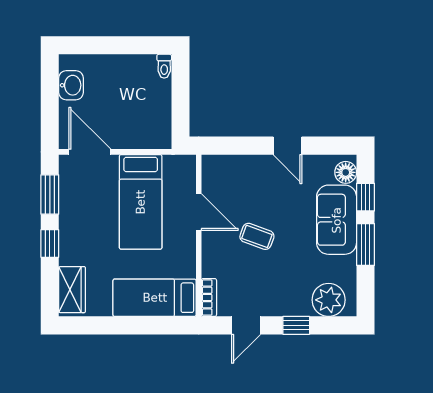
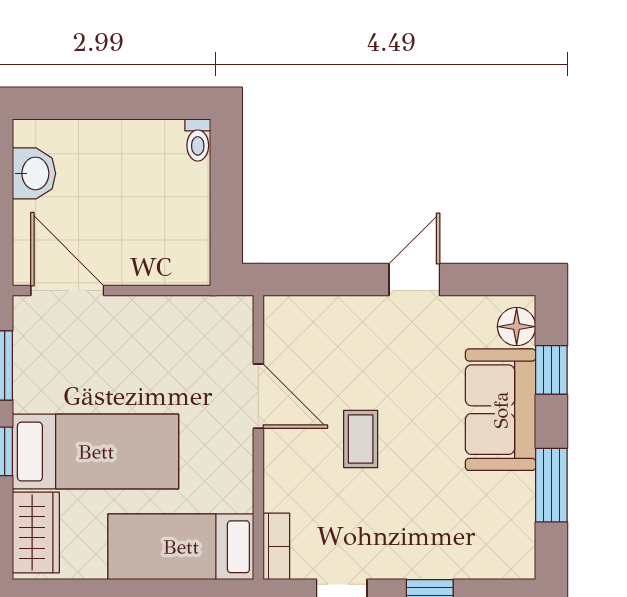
door: (288, 146) -> (414, 280), swing flipped
bed: (141, 202) -> (96, 452), moved, turned -90
coffee table: (257, 236) -> (361, 439), turned 70
window: (365, 245) -> (551, 485), moved
plant: (329, 300) -> (487, 551), removed

